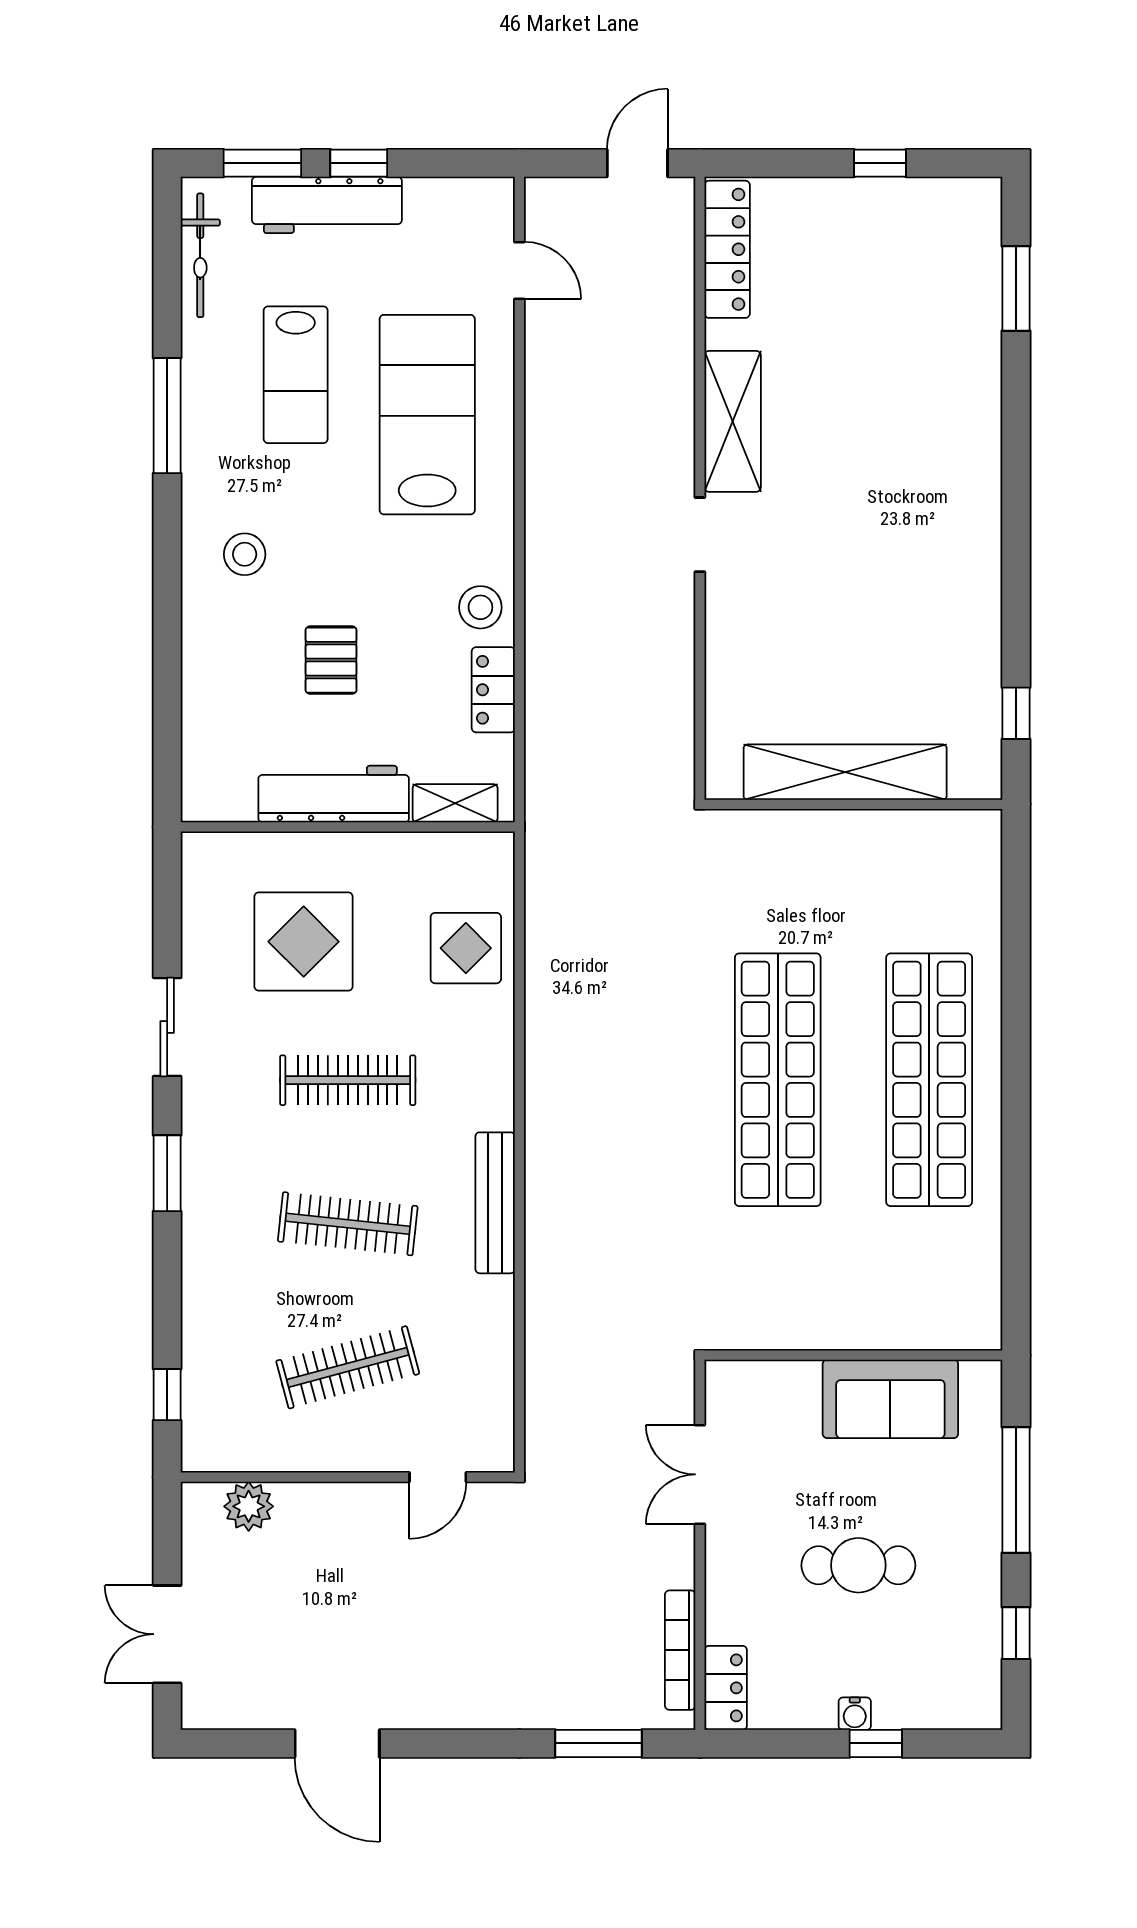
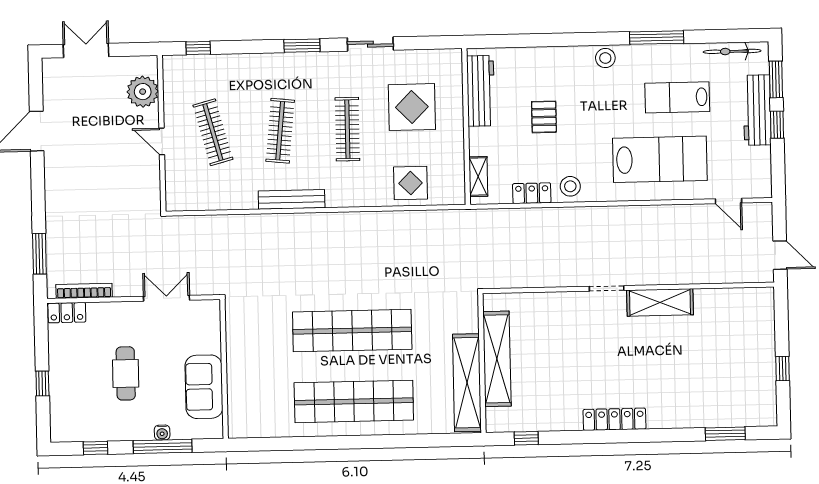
locker: (727, 249) -> (615, 419), moved, turned 180
door: (519, 270) -> (728, 201), hinge flipped
stool: (245, 554) -> (605, 58), moved
pallet: (331, 660) -> (544, 117), turned 90
workbench: (334, 794) -> (481, 91), moved
shelving: (895, 837) -> (467, 383), added
door: (438, 1477) -> (162, 141), moved
plant: (249, 1506) -> (143, 92), width x1.36, depth x1.36
water cooler: (855, 1714) -> (162, 433), moved, turned -90

